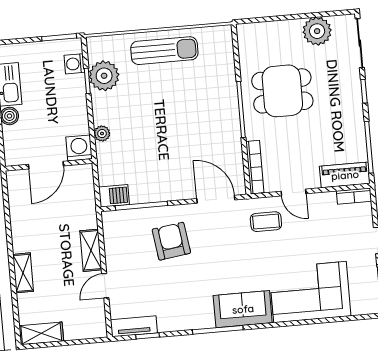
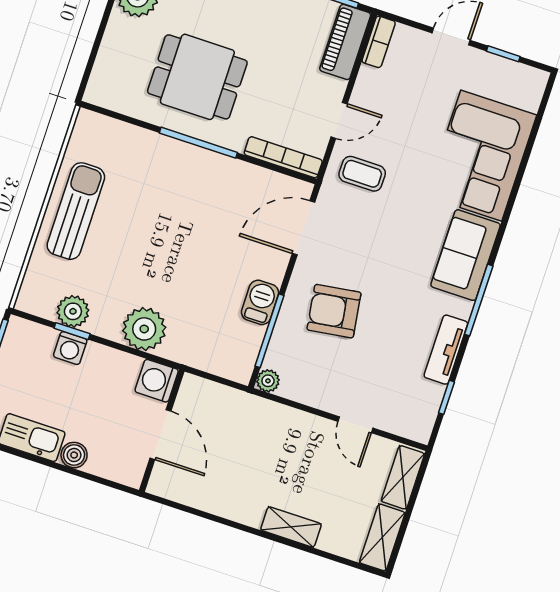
washing machine: (74, 64) -> (70, 348), moved
plant: (104, 76) -> (73, 311), width x0.73, depth x0.73
dining table: (282, 91) -> (197, 77), turned 90
plant: (102, 134) -> (144, 329), width x1.88, depth x1.88
barbecue: (114, 196) -> (260, 302), moved
plant: (109, 218) -> (268, 381), added
coffee table: (266, 222) -> (362, 174), turned 90
shelving: (91, 250) -> (403, 477), moved, turned 90
tv unit: (134, 326) -> (446, 350), moved

